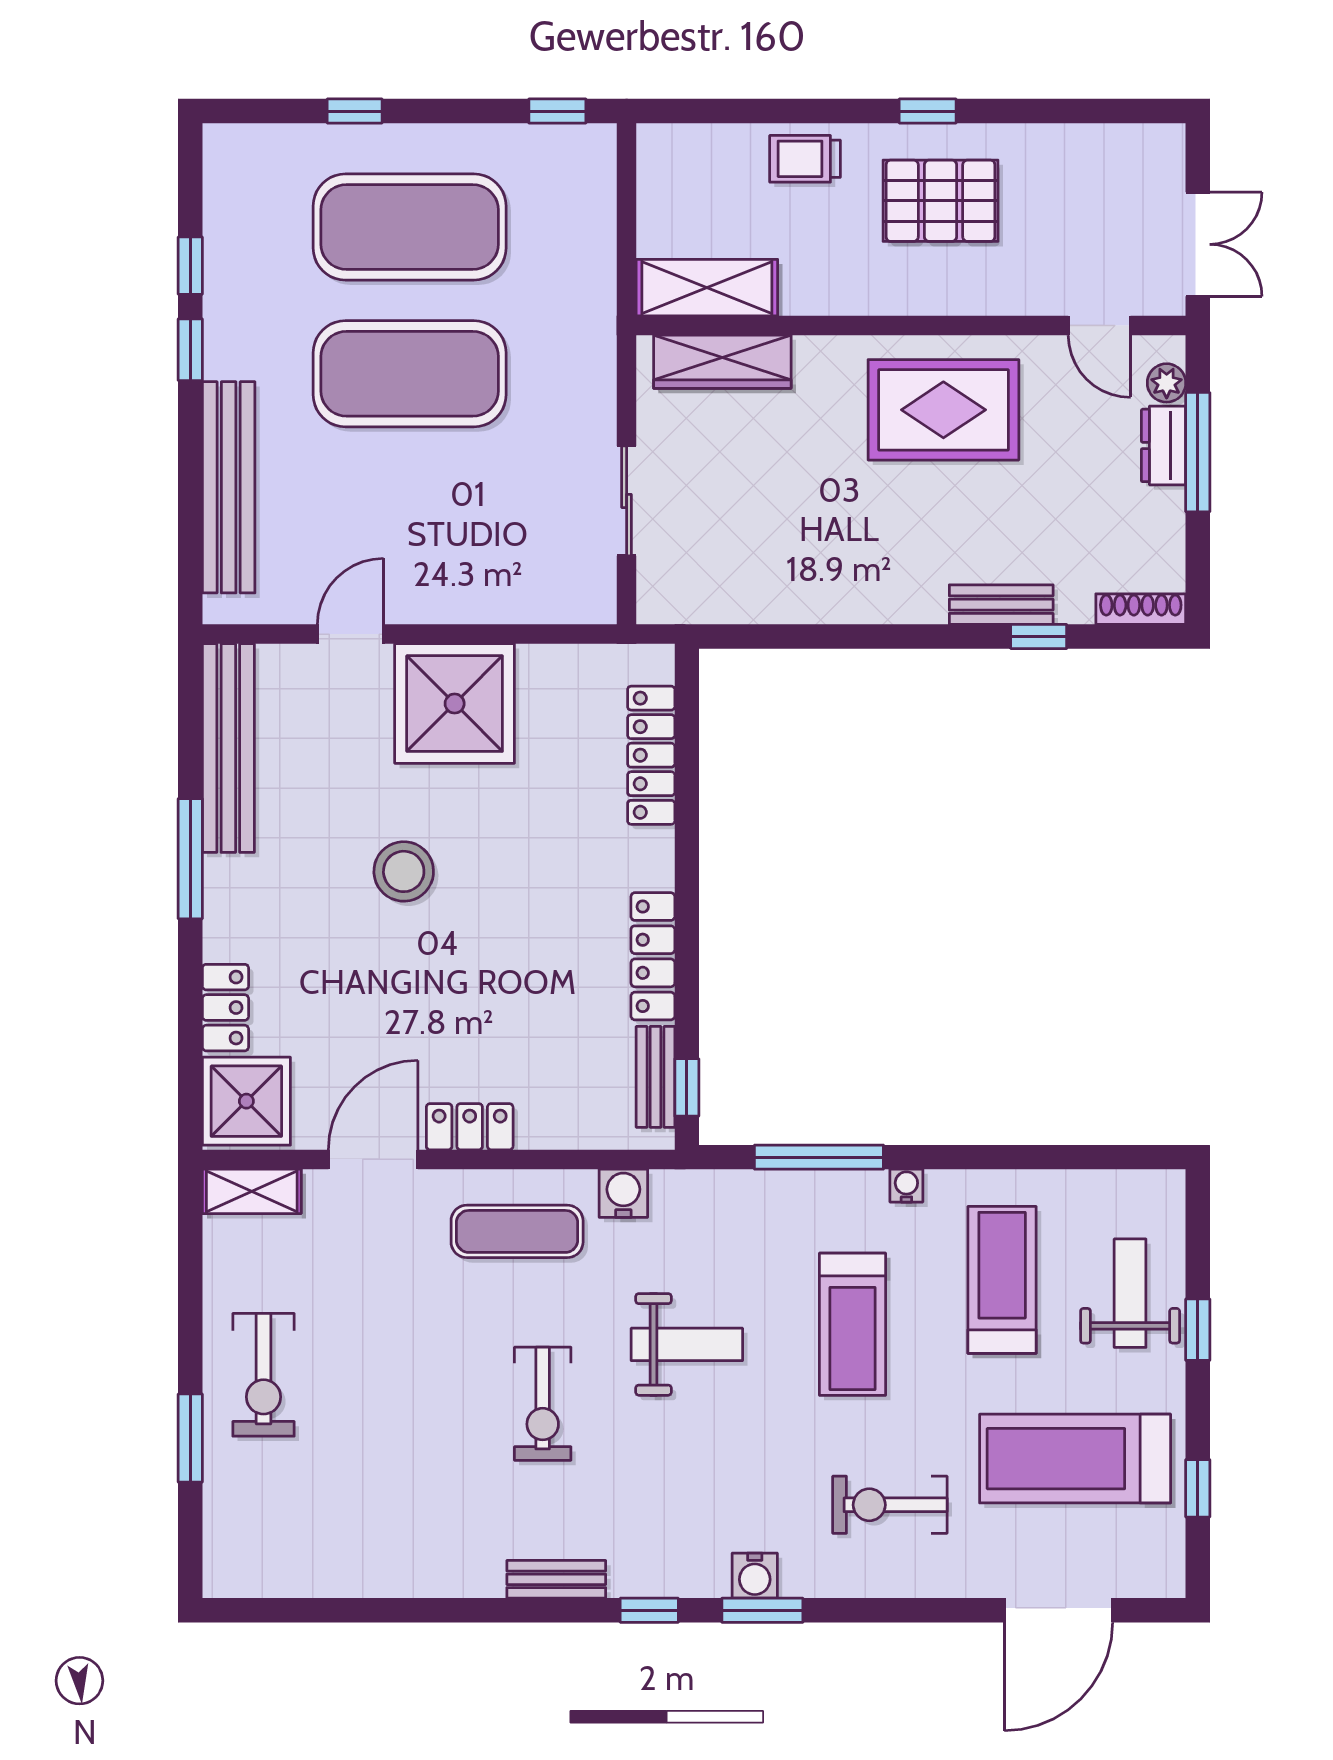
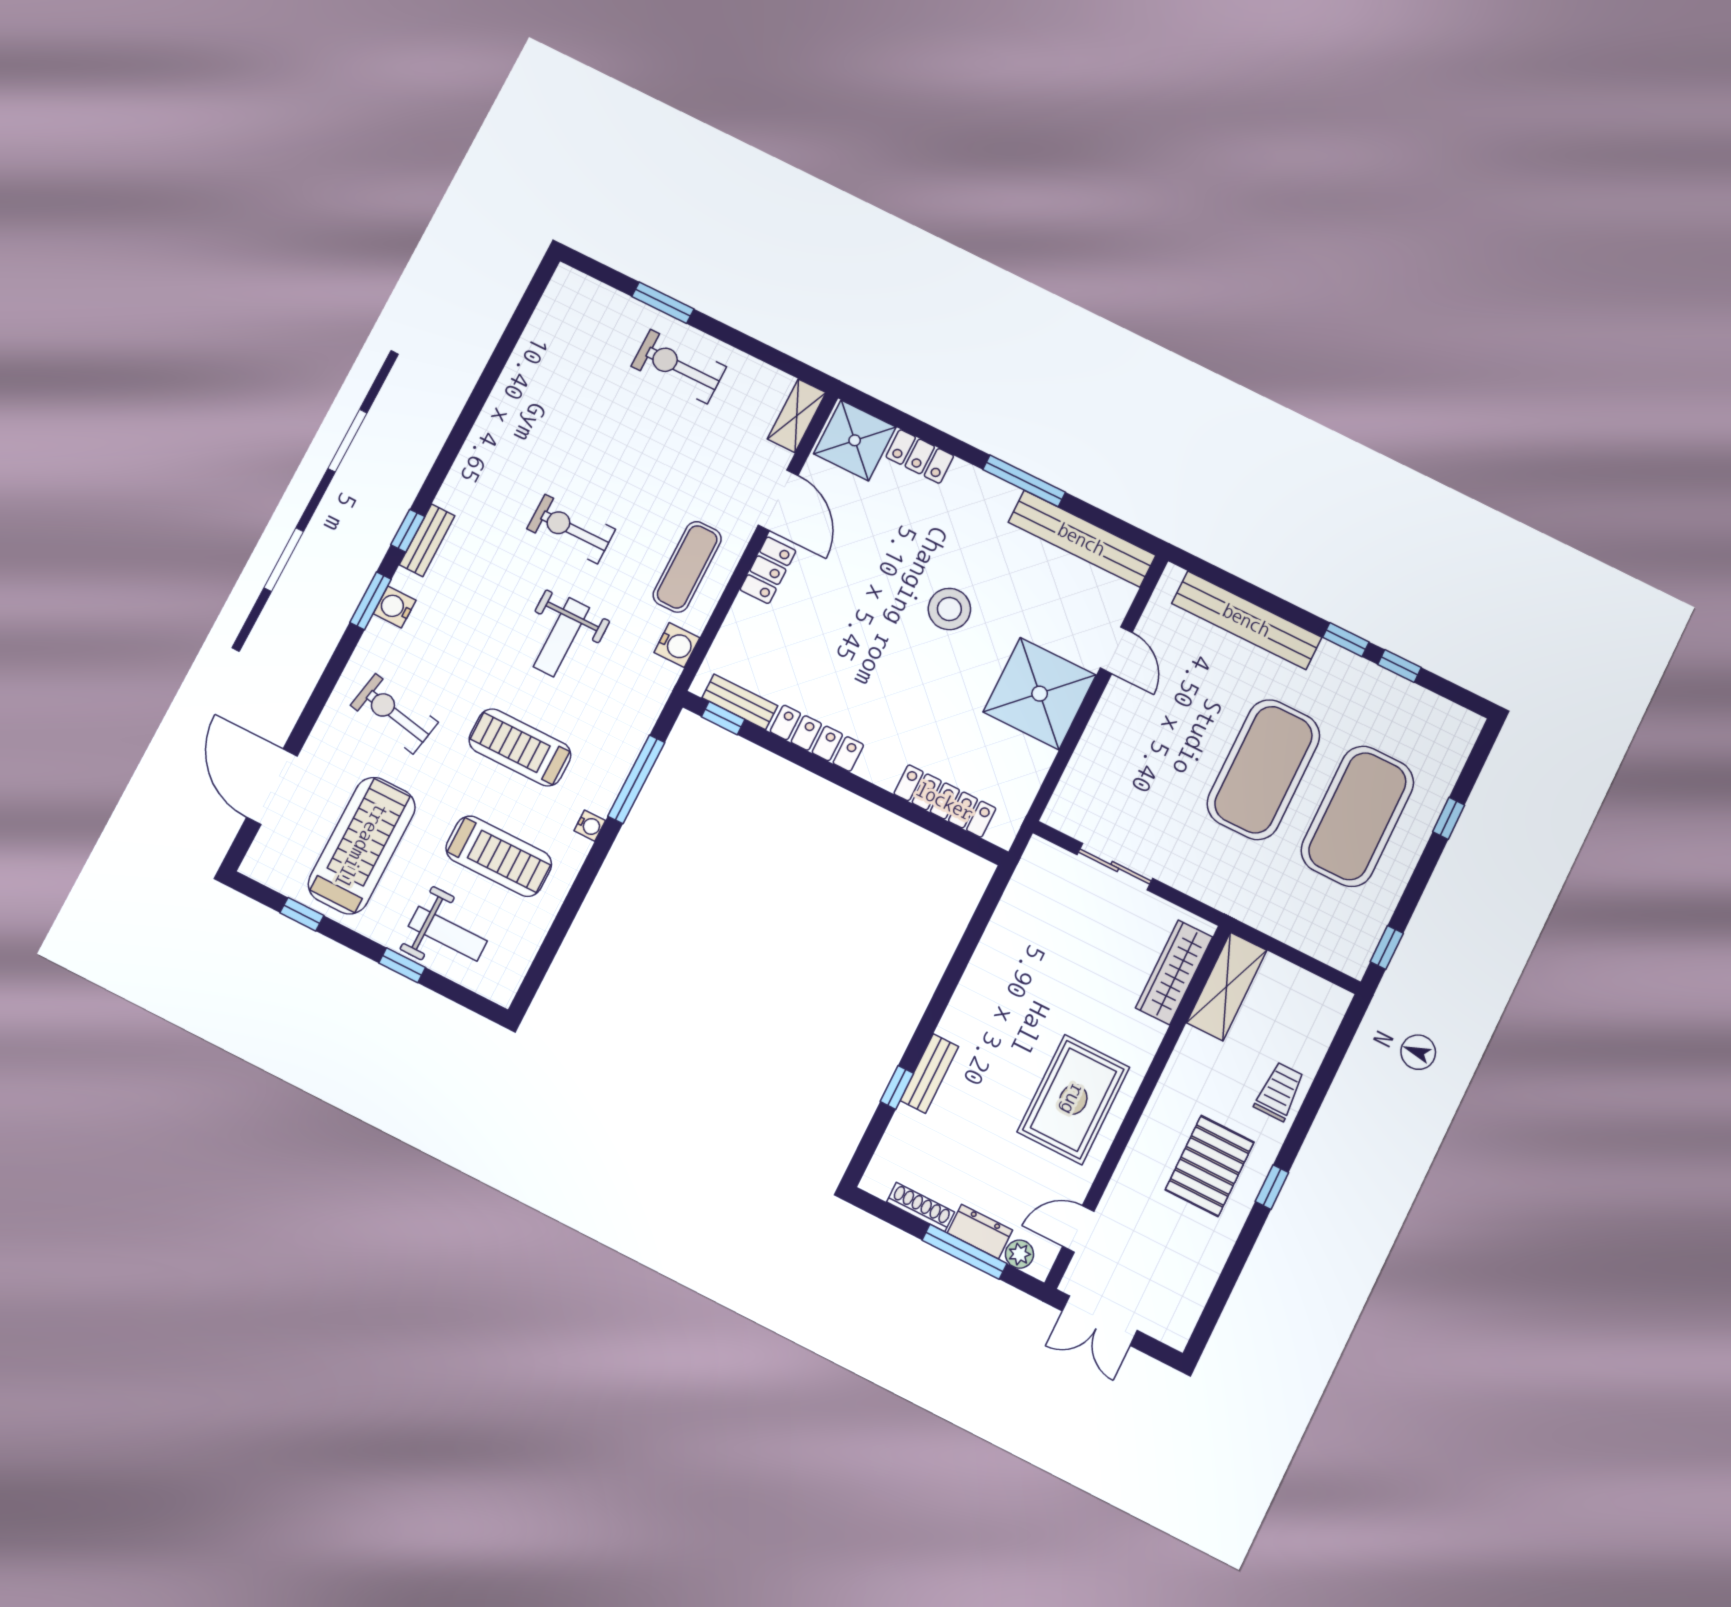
shoe rack: (1141, 609) -> (921, 1207), moved, turned -90
exercise bike: (890, 1505) -> (394, 714), turned -79
bench: (556, 1579) -> (427, 540), moved

